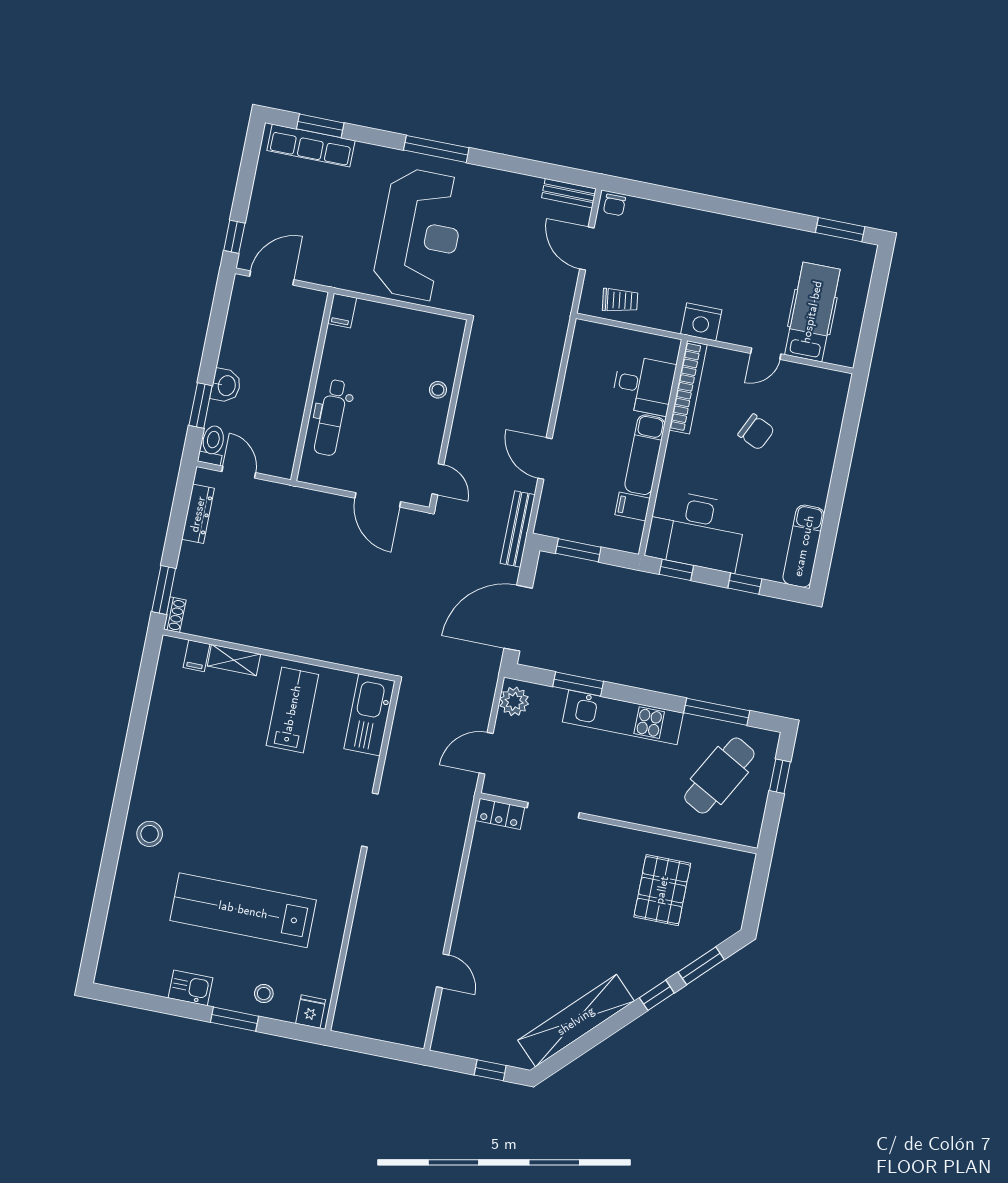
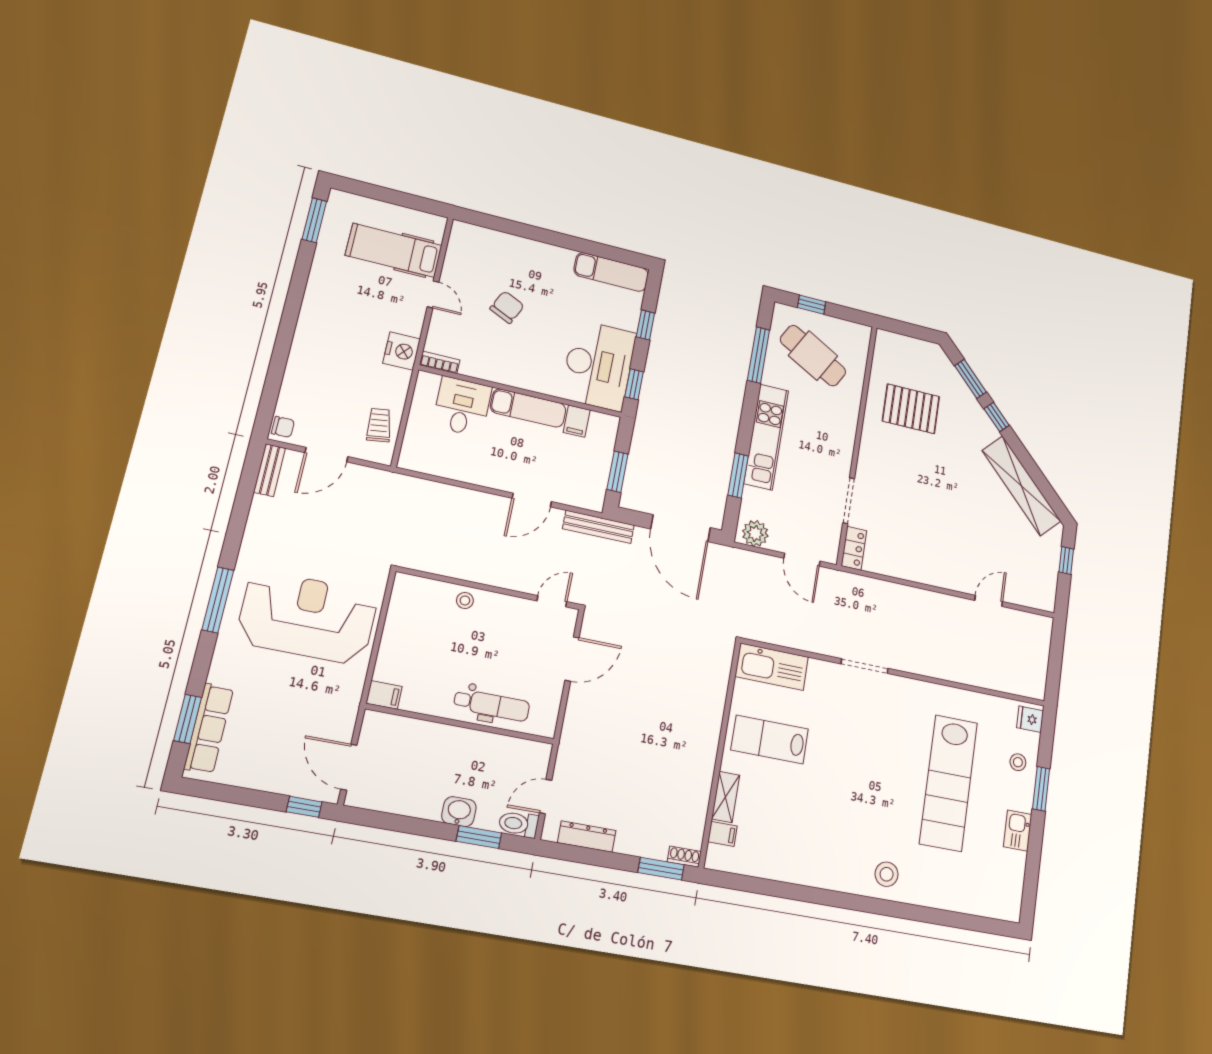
bookcase: (688, 387) -> (440, 362), width x0.43, depth x0.76

